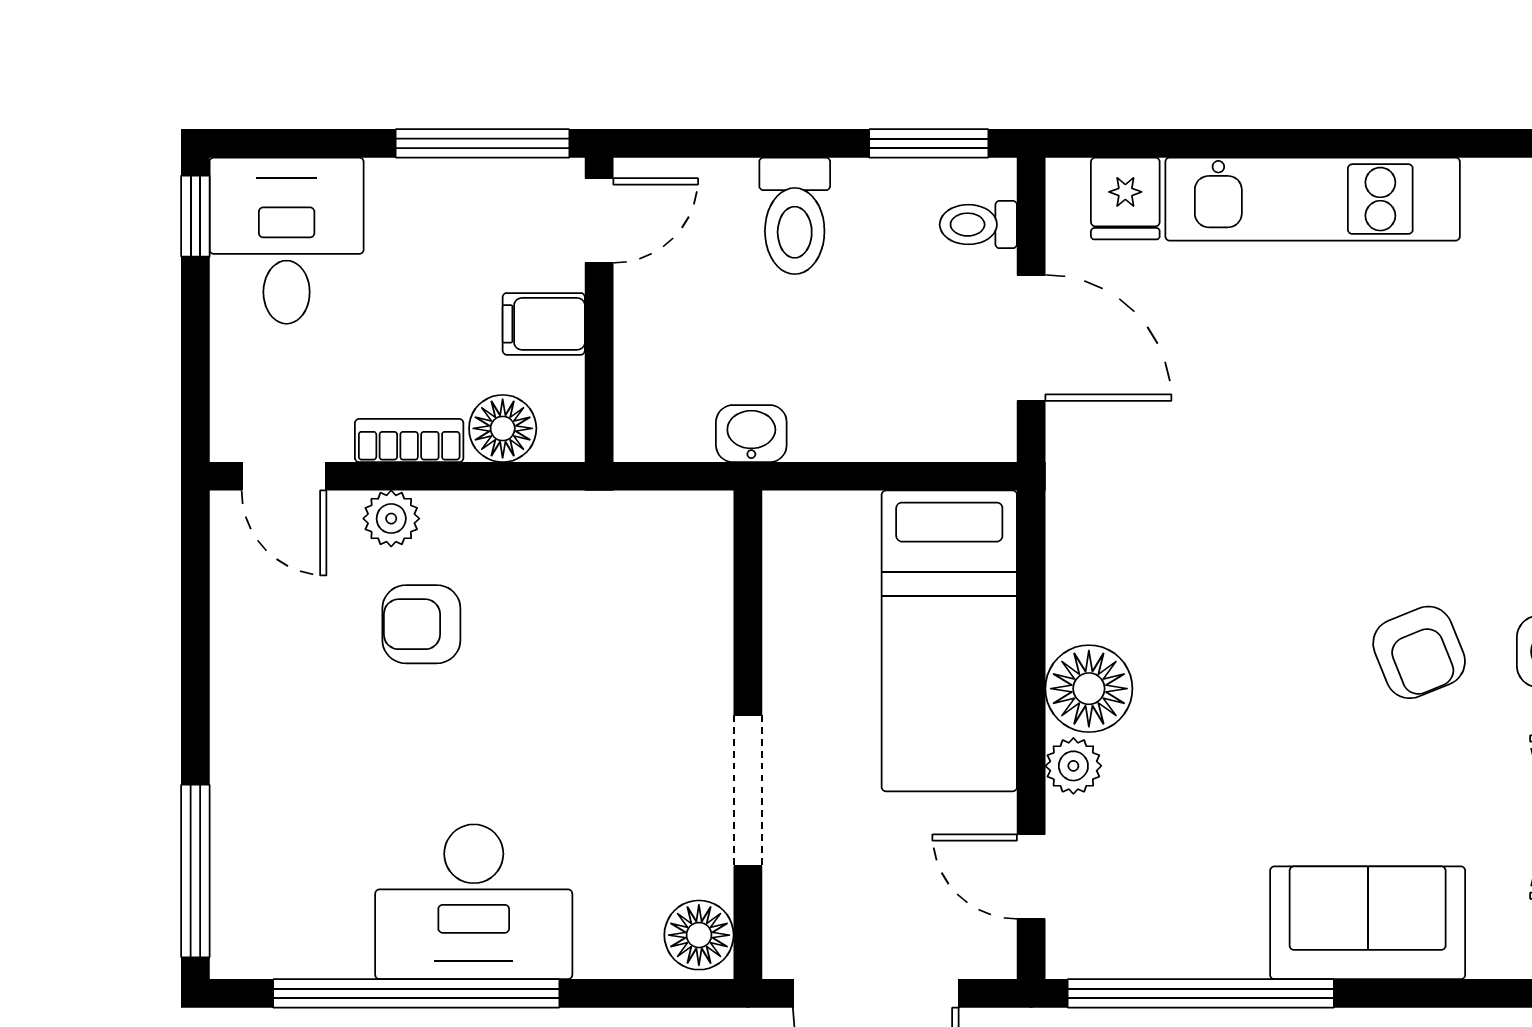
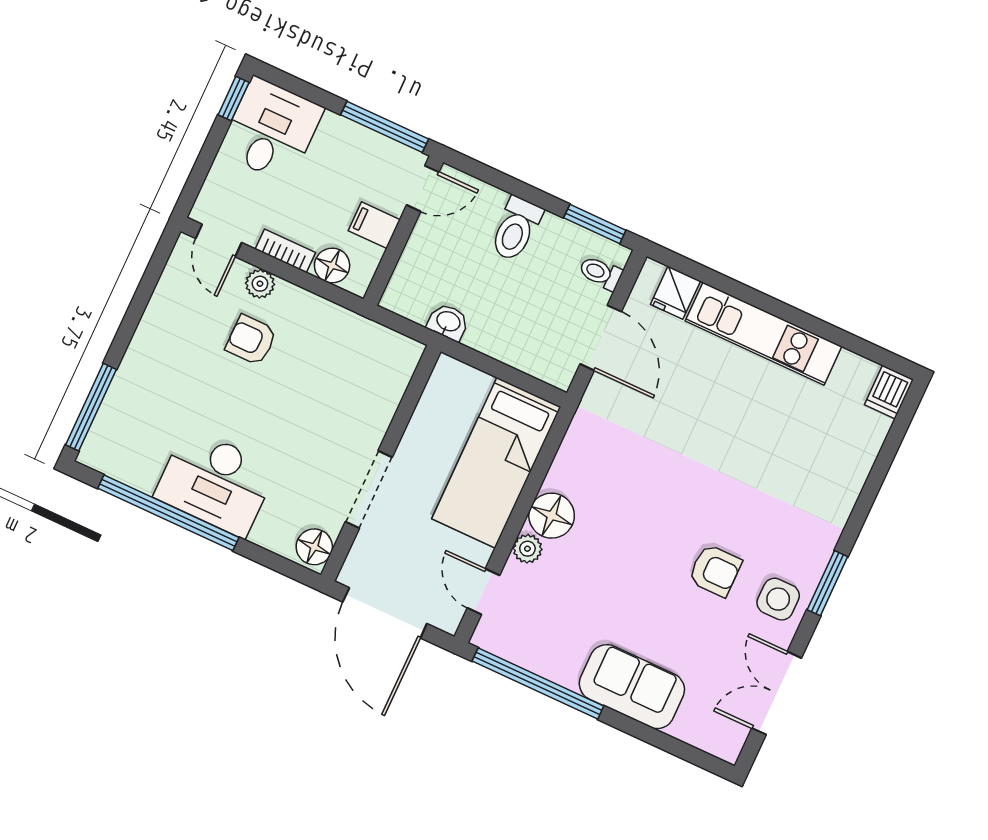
armchair: (1419, 652) -> (715, 570), turned -68

